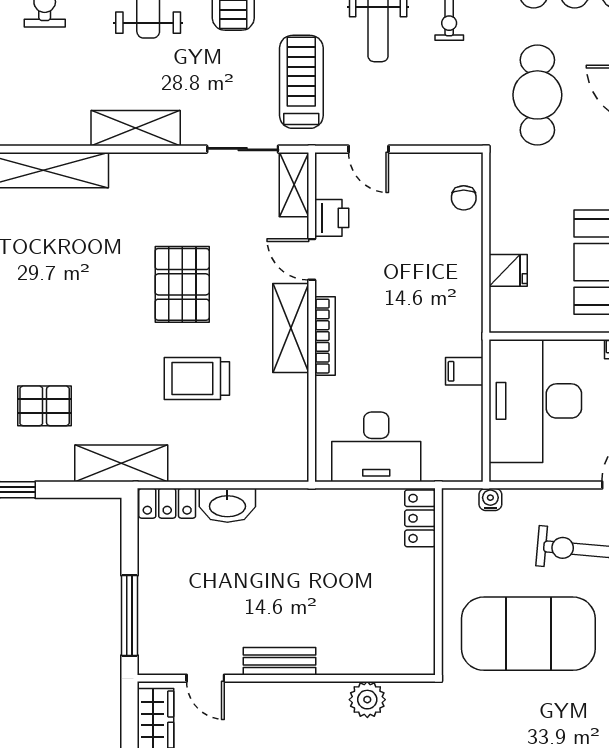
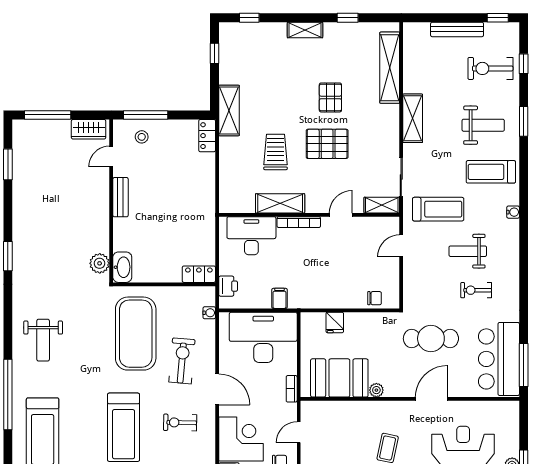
chair: (464, 198) -> (375, 298), turned 180
printer: (332, 218) -> (228, 286), moved, turned -90
shelving: (291, 328) -> (280, 203), moved
pallet: (45, 406) -> (330, 97), moved
desk: (376, 447) -> (251, 236), moved, turned 90
washbasin: (227, 505) -> (122, 267), moved, turned 180
stool: (170, 623) -> (142, 137), added
plant: (367, 700) -> (100, 263), moved

